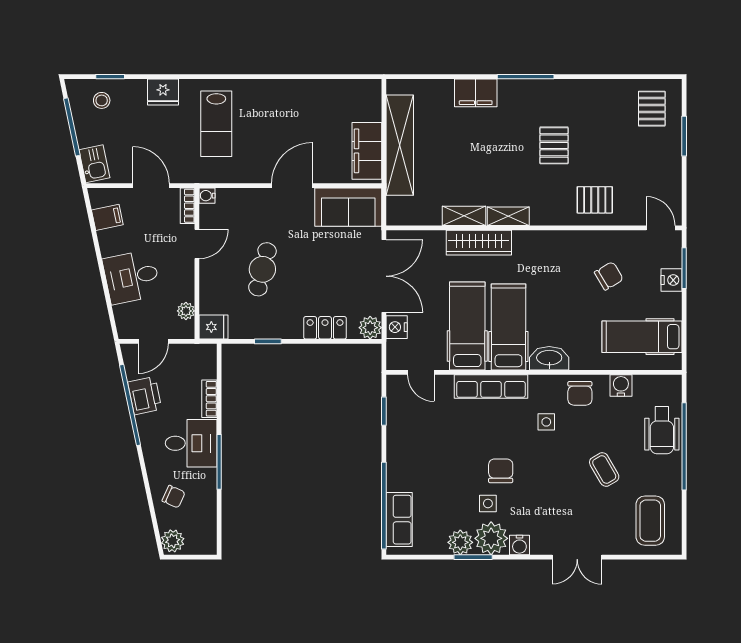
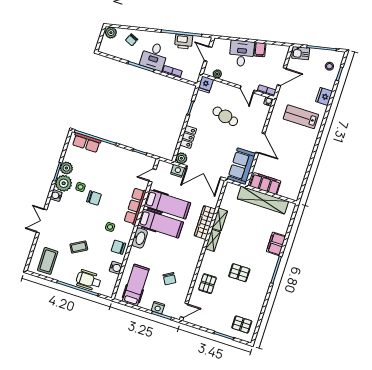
filing cabinet: (107, 217) -> (260, 50), moved
coffee table: (650, 521) -> (48, 261), turned 90

